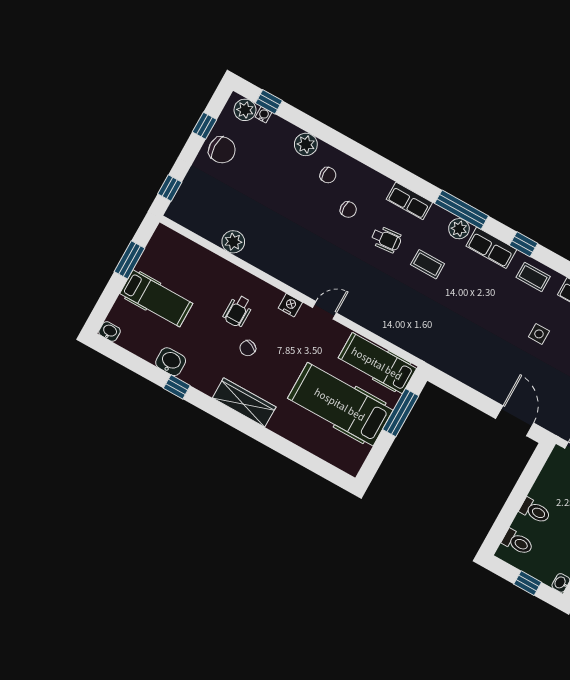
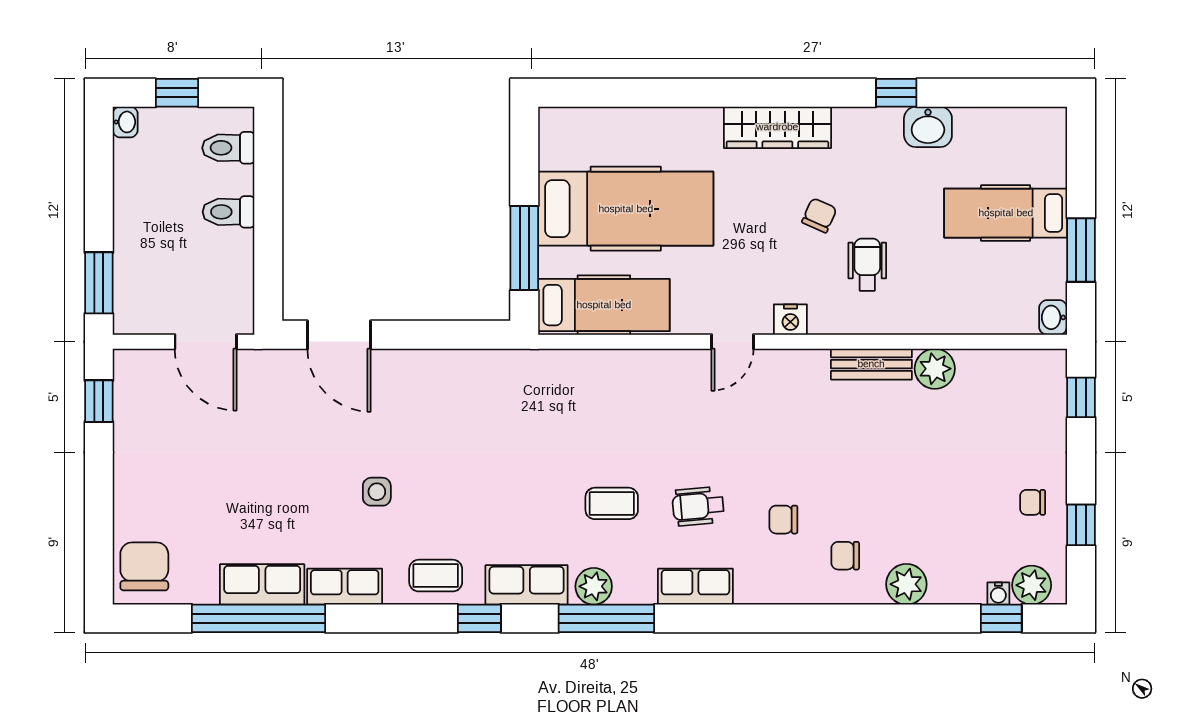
chair: (222, 150) -> (1033, 502), width x0.54, depth x0.54
bench: (263, 261) -> (871, 364), added
washbasin: (110, 331) -> (1053, 317), moved, turned 90

